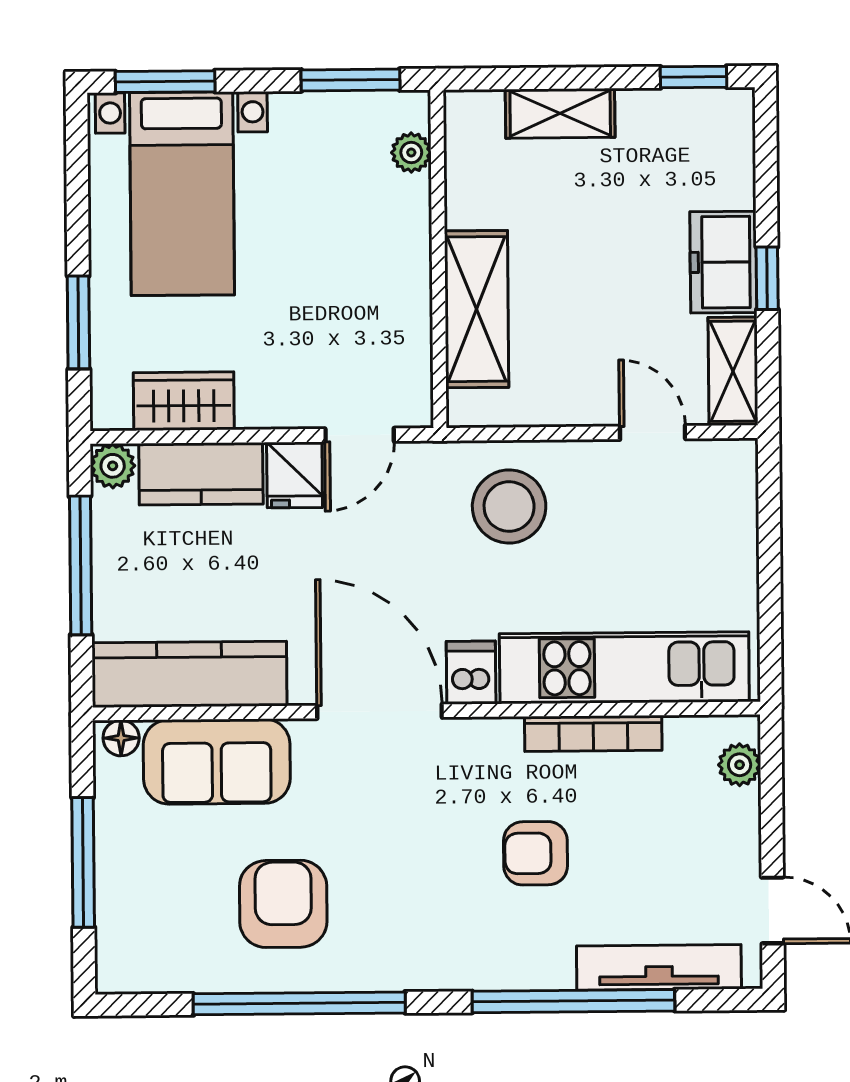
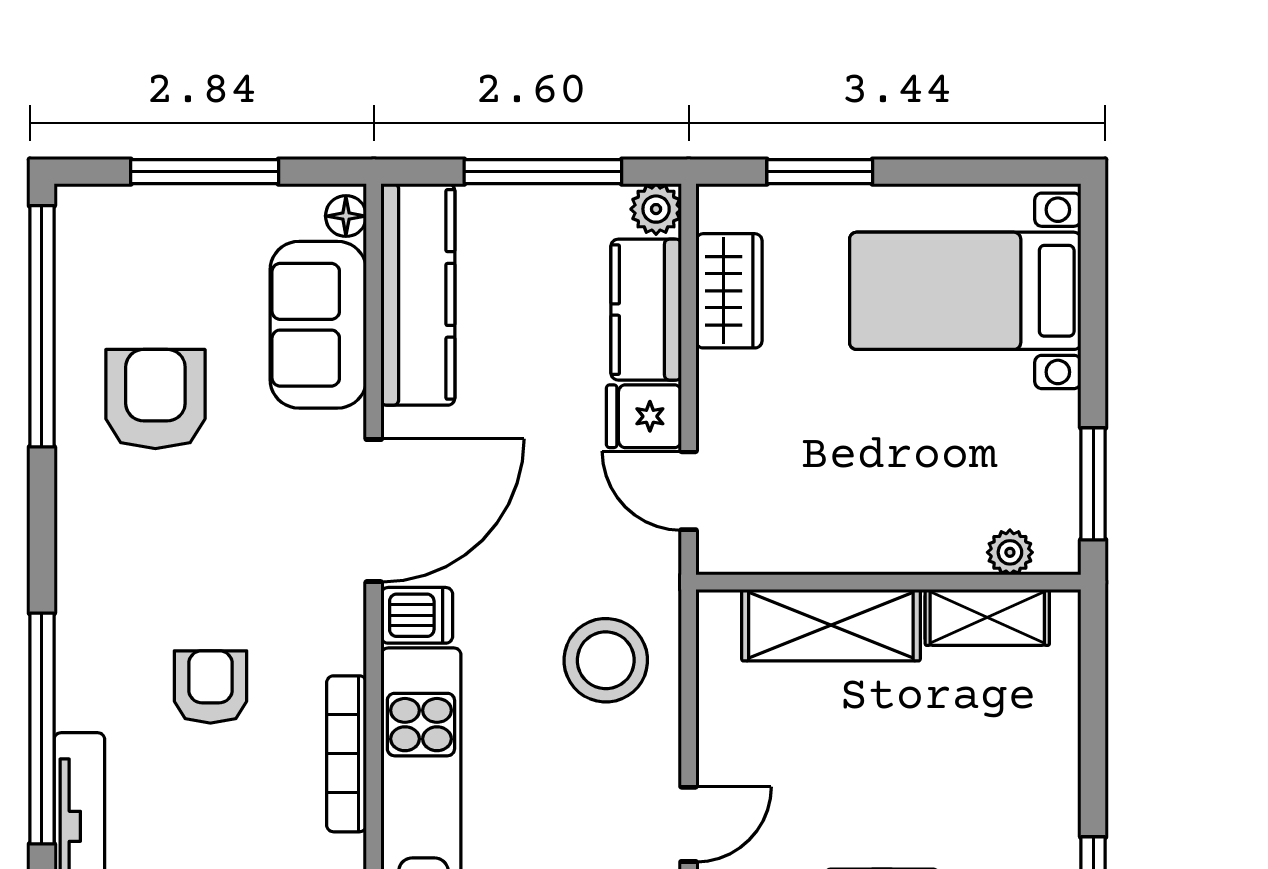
window: (165, 82) -> (1093, 273), removed
shelving: (560, 113) -> (987, 617), moved, turned 90
armchair: (283, 904) -> (155, 399), turned -90
window: (299, 1003) -> (42, 326), moved

